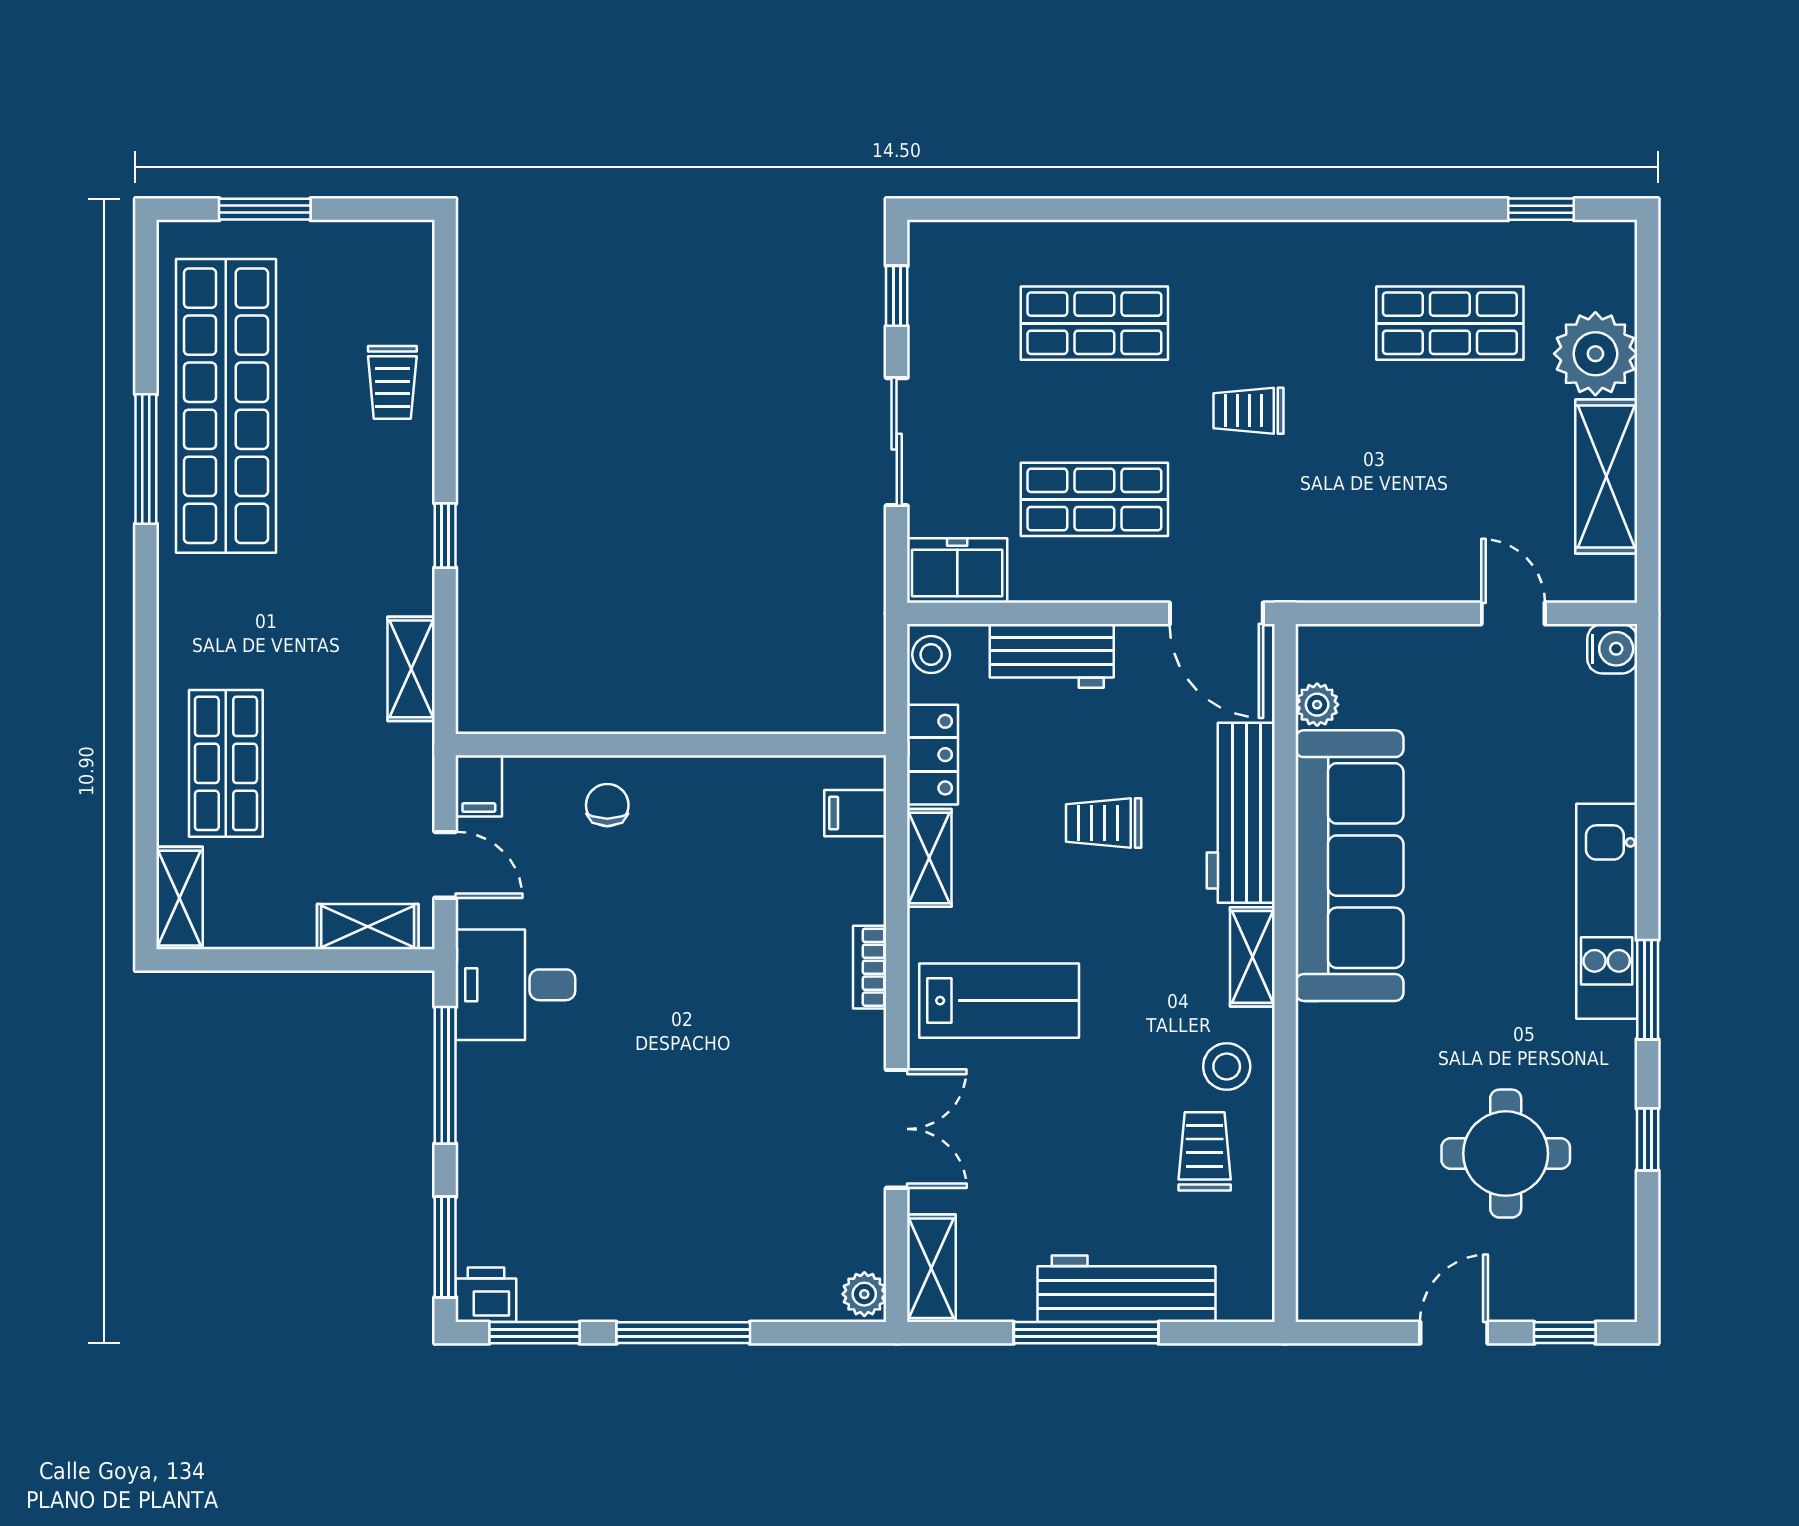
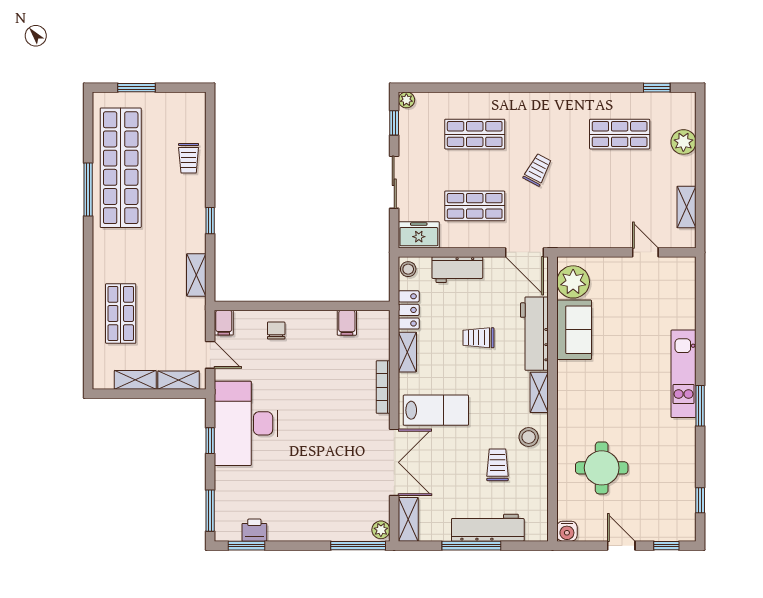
plant: (927, 239) -> (406, 100), added
plant: (1595, 354) -> (683, 142), width x0.73, depth x0.73
trolley: (1249, 411) -> (538, 170), turned 118
shelving: (1606, 477) -> (686, 207), width x0.67, depth x0.75
water cooler: (1612, 649) -> (567, 531), moved, turned 90
plant: (1317, 705) -> (573, 282), width x1.88, depth x1.88
filing cabinet: (855, 813) -> (347, 323), moved, turned -90
sofa: (1350, 866) -> (574, 330), width x0.54, depth x0.79
shelving: (180, 898) -> (135, 380), moved, turned 90
bookcase: (870, 967) -> (383, 387), width x1.56
desk: (515, 985) -> (246, 423), width x1.87, depth x1.30
window: (445, 1075) -> (210, 441), width x0.46
double door: (897, 1129) -> (394, 462), width x1.37
window: (1648, 1139) -> (700, 500), moved
trolley: (1205, 1151) -> (498, 465), moved
round table: (1506, 1154) -> (602, 468), moved
printer: (486, 1295) -> (254, 530), moved
window: (683, 1333) -> (358, 546), moved
door: (1454, 1333) -> (621, 546), hinge flipped

